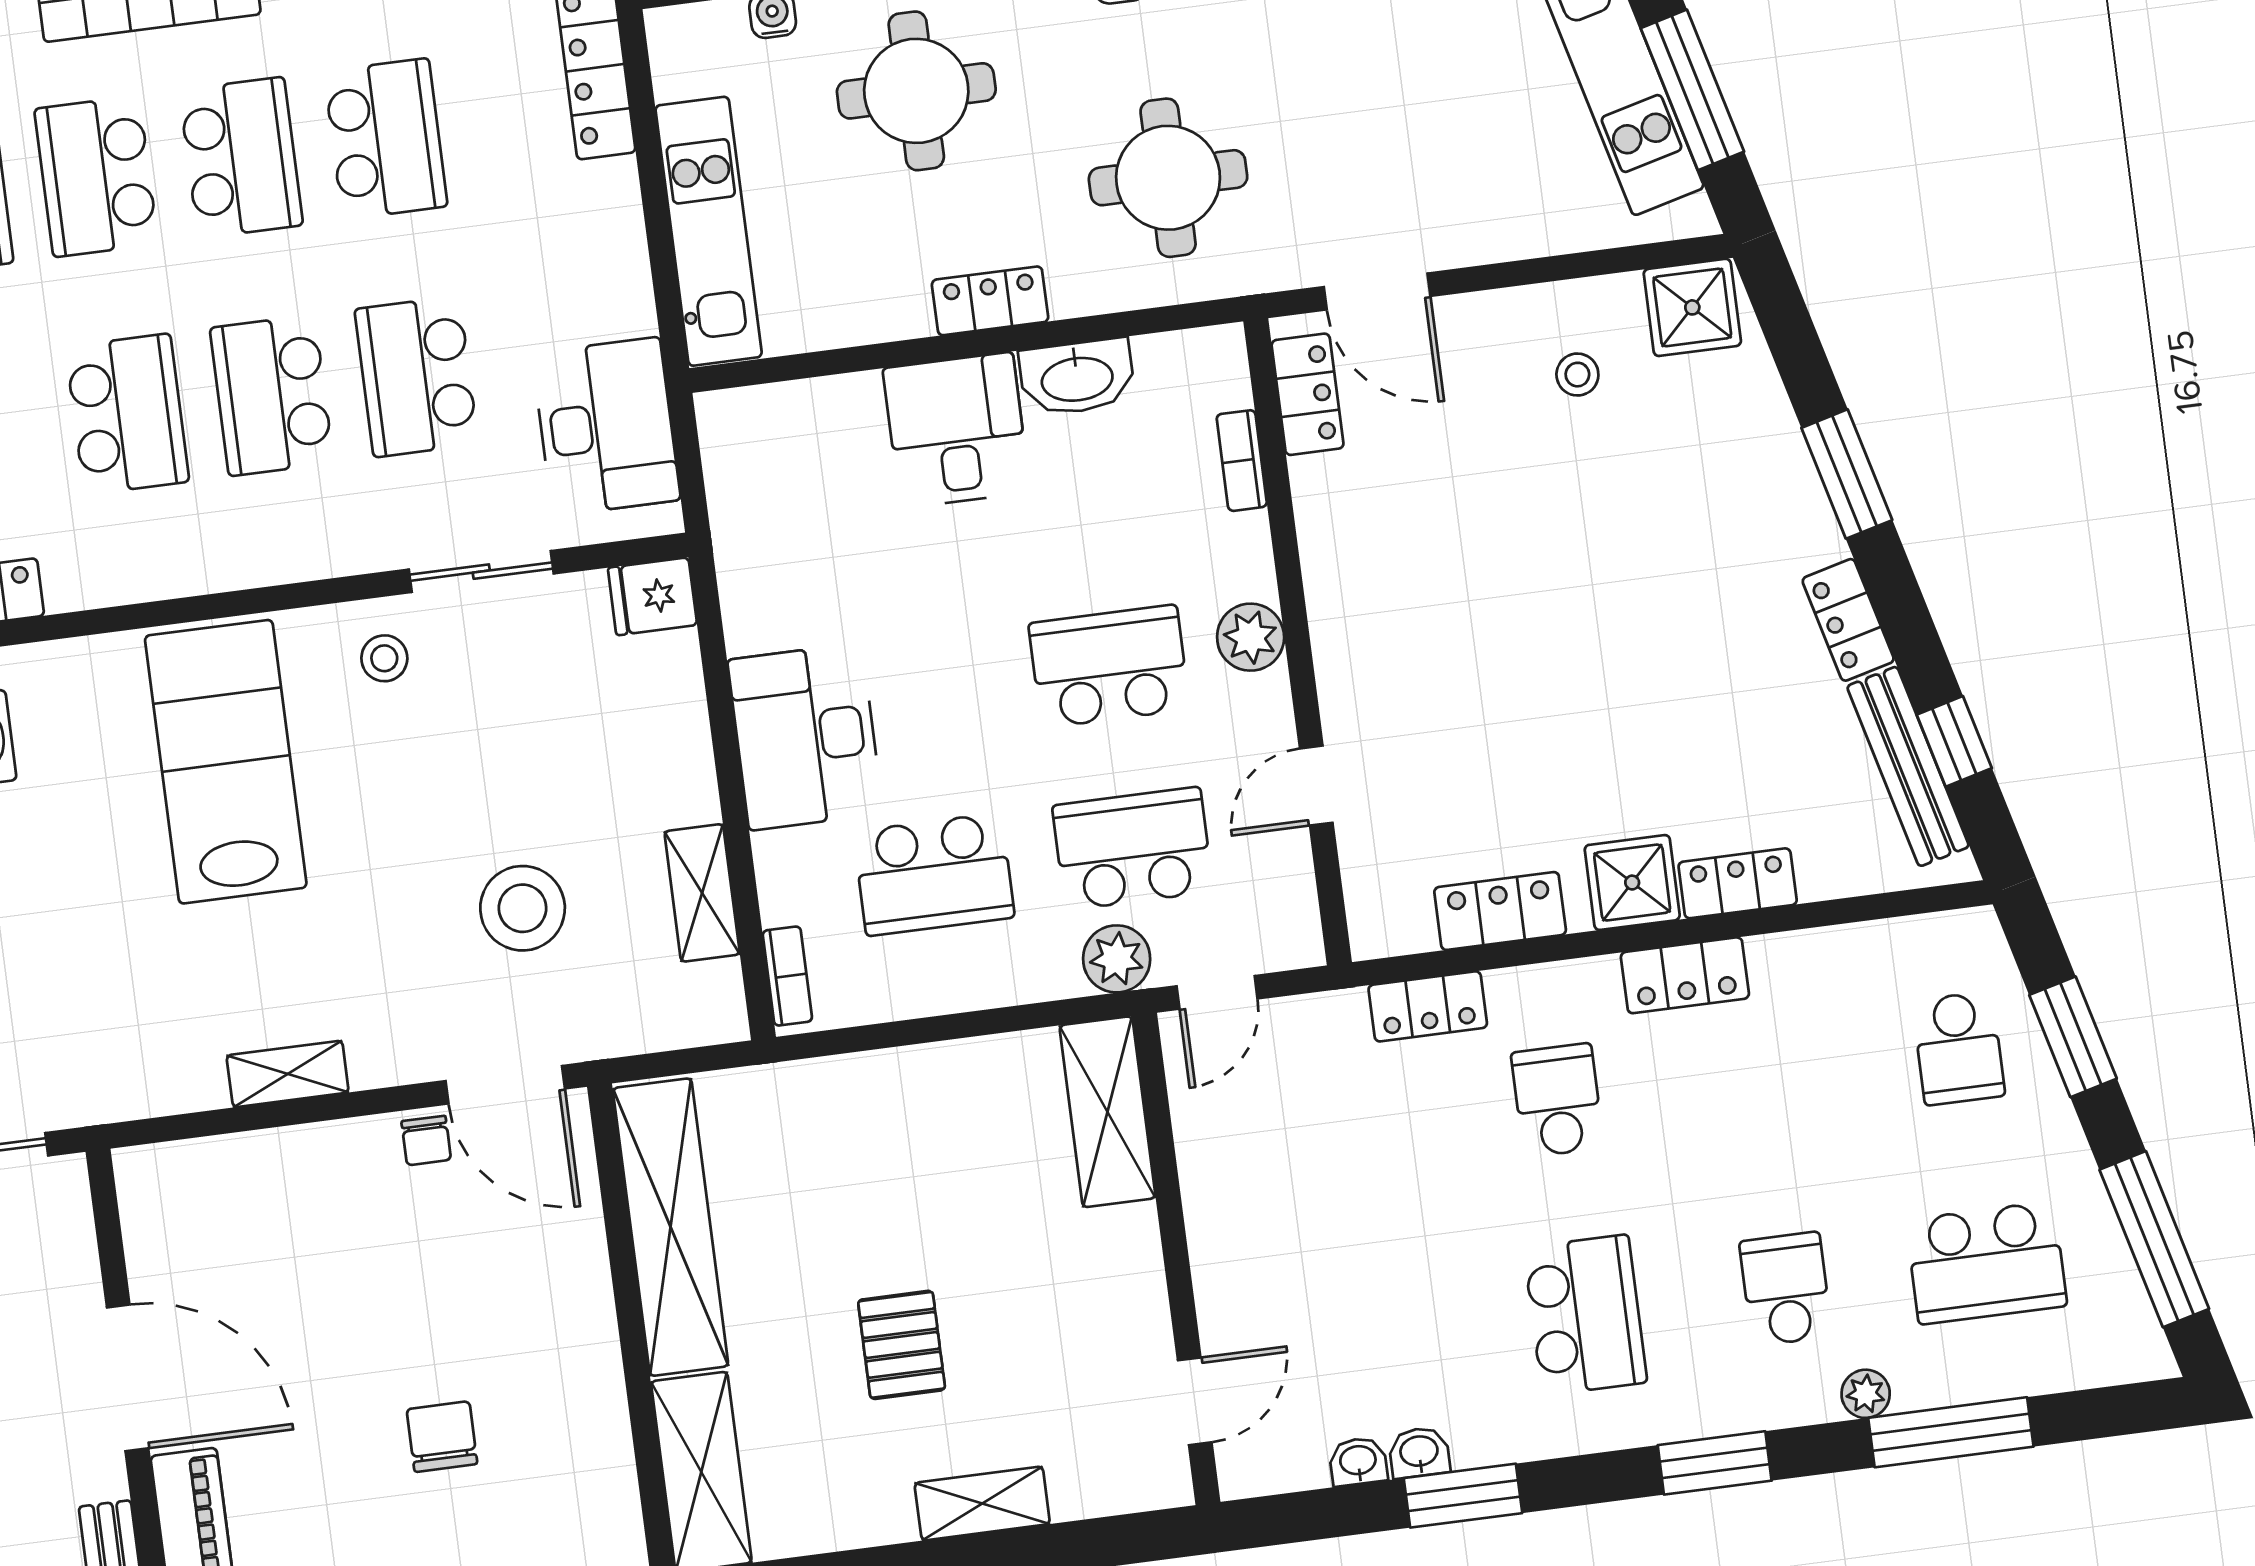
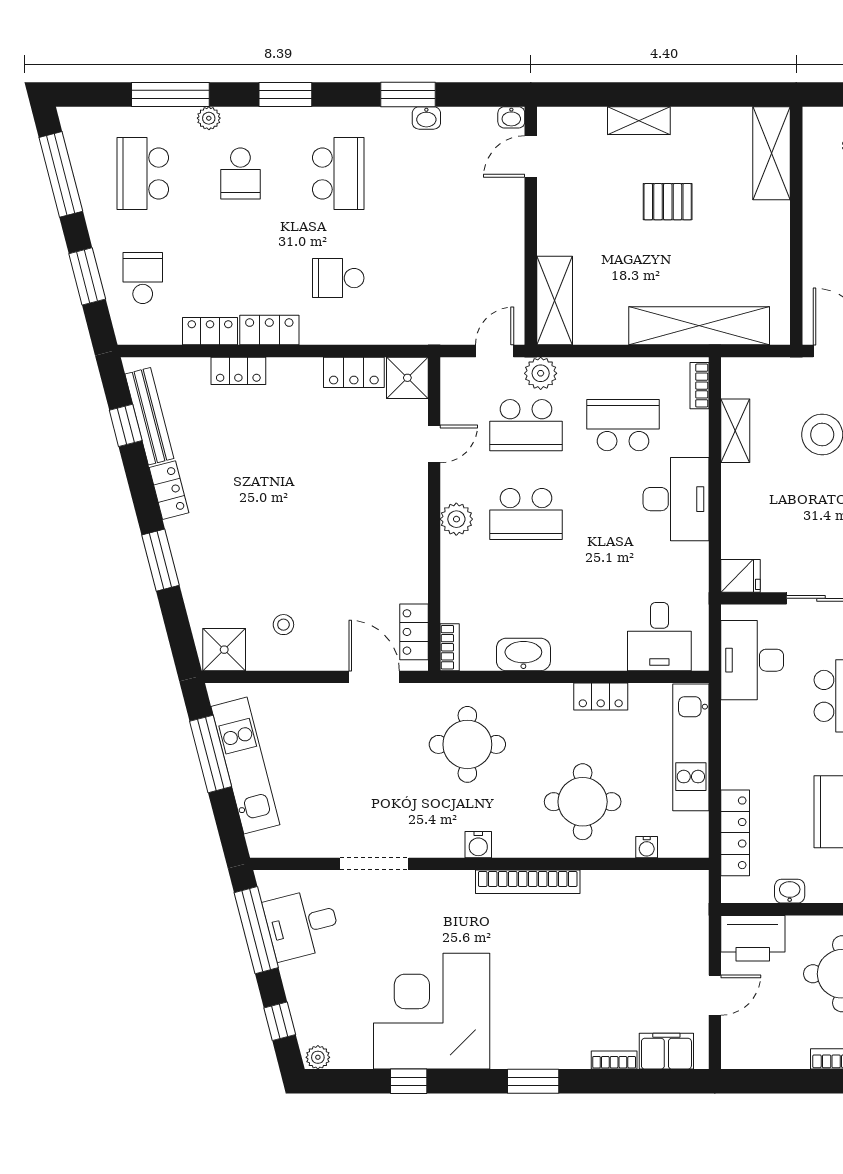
locker: (990, 301) -> (601, 696), moved
desk: (956, 430) -> (659, 637), moved
bookcase: (1242, 461) -> (450, 647), moved
shower: (1632, 883) -> (407, 378), moved
locker: (1428, 1006) -> (210, 331), moved
school desk: (1557, 1100) -> (338, 278), turned 90
shelving: (671, 1227) -> (699, 326), moved, turned 90
school desk: (1986, 1263) -> (143, 173), turned -90
school desk: (1585, 1315) -> (338, 173), turned 180
pallet: (902, 1345) -> (668, 202), turned 90
washbasin: (1358, 1461) -> (511, 117), moved

